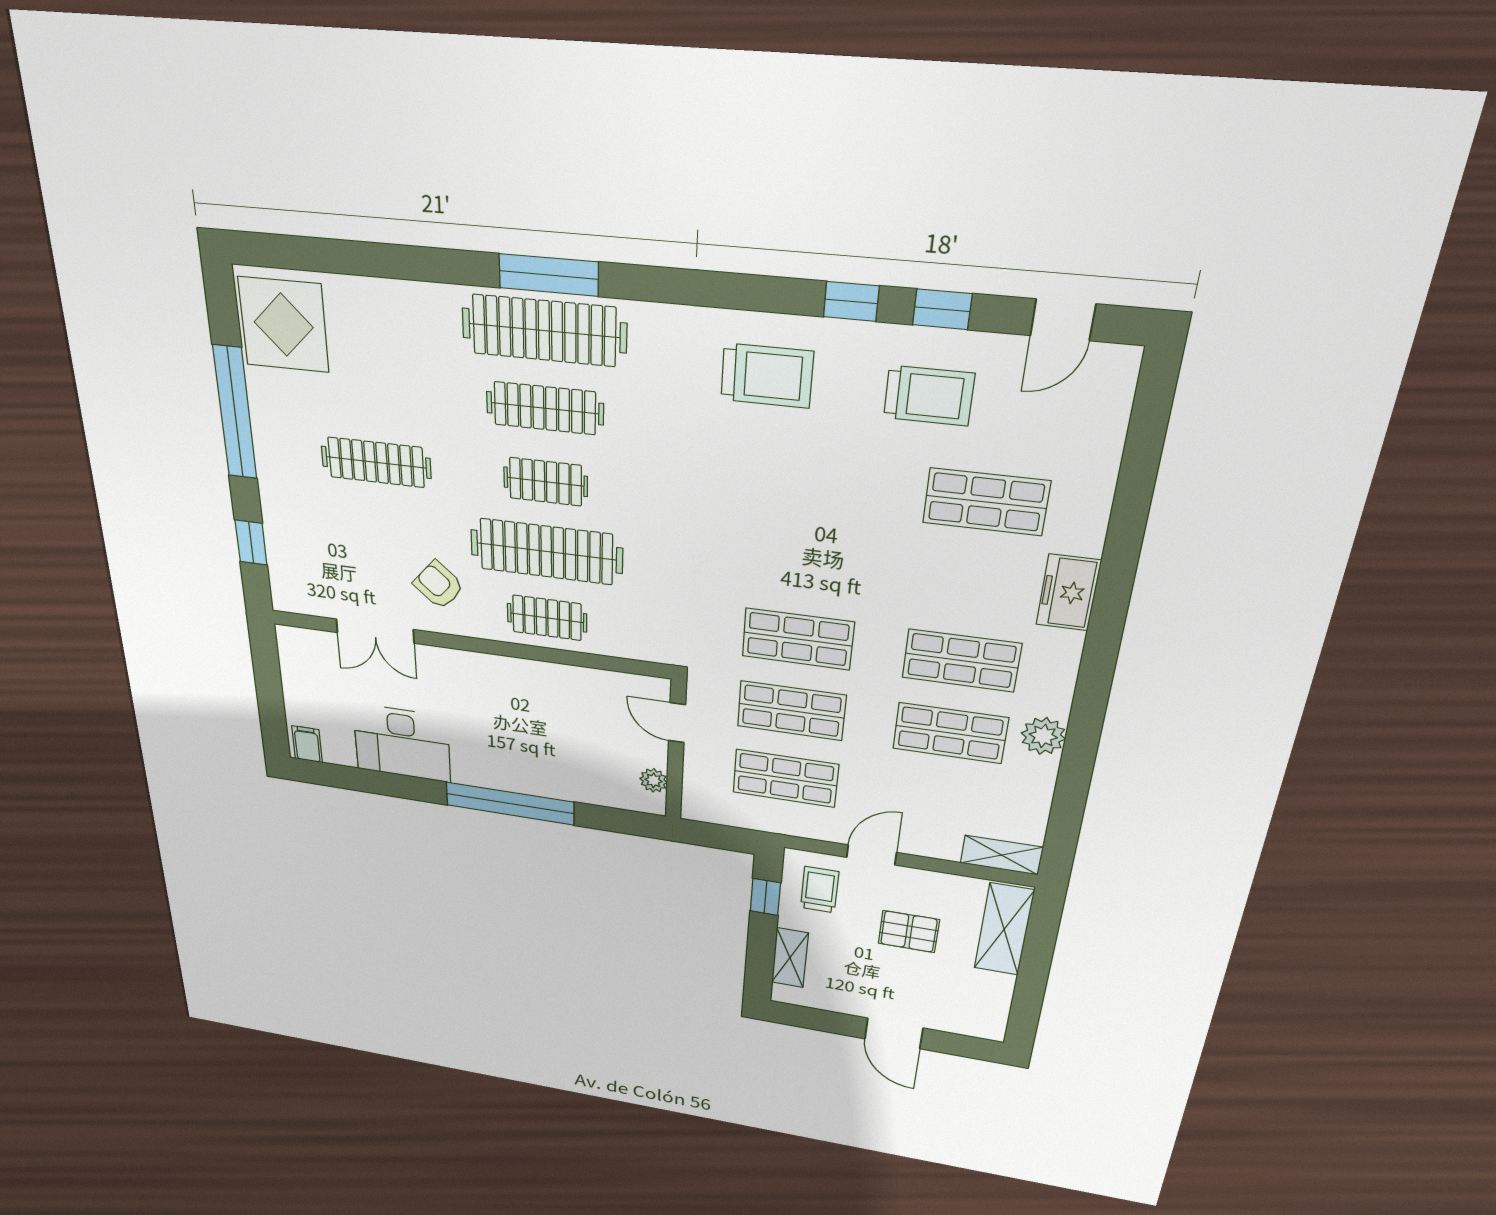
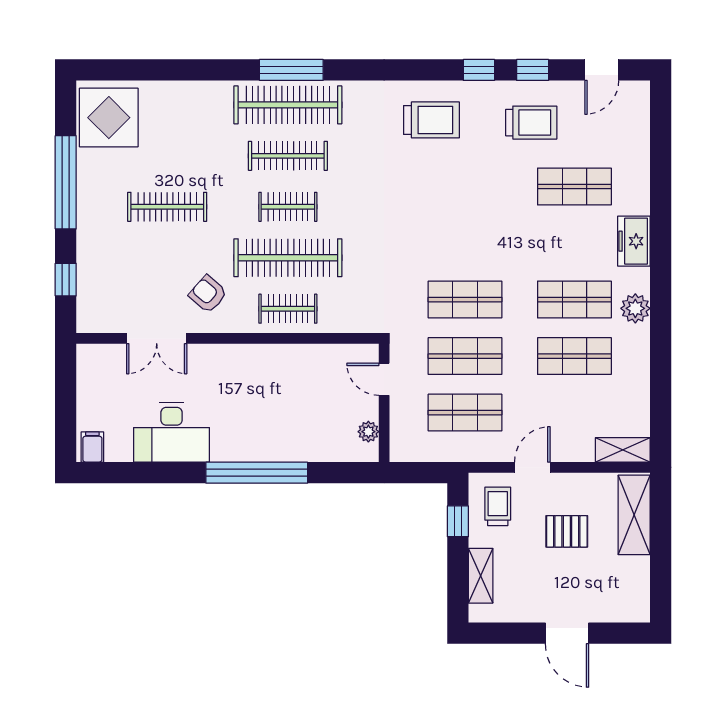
plant: (1043, 736) -> (635, 308), moved

